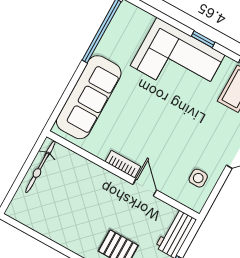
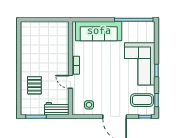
bicycle: (40, 167) -> (53, 27), removed
door: (145, 187) -> (70, 82), swing flipped

